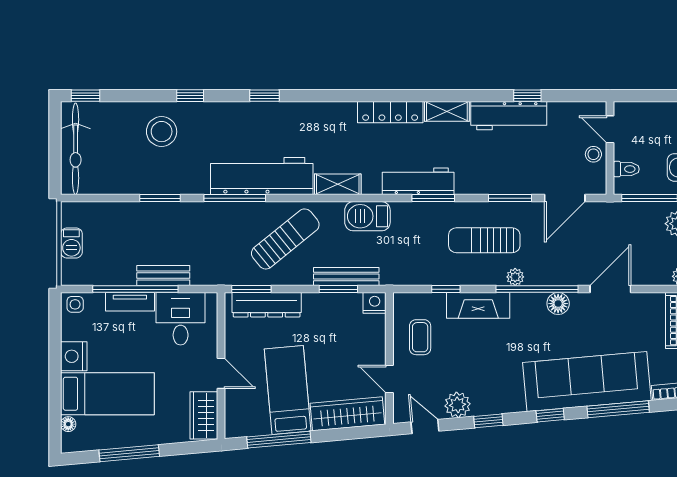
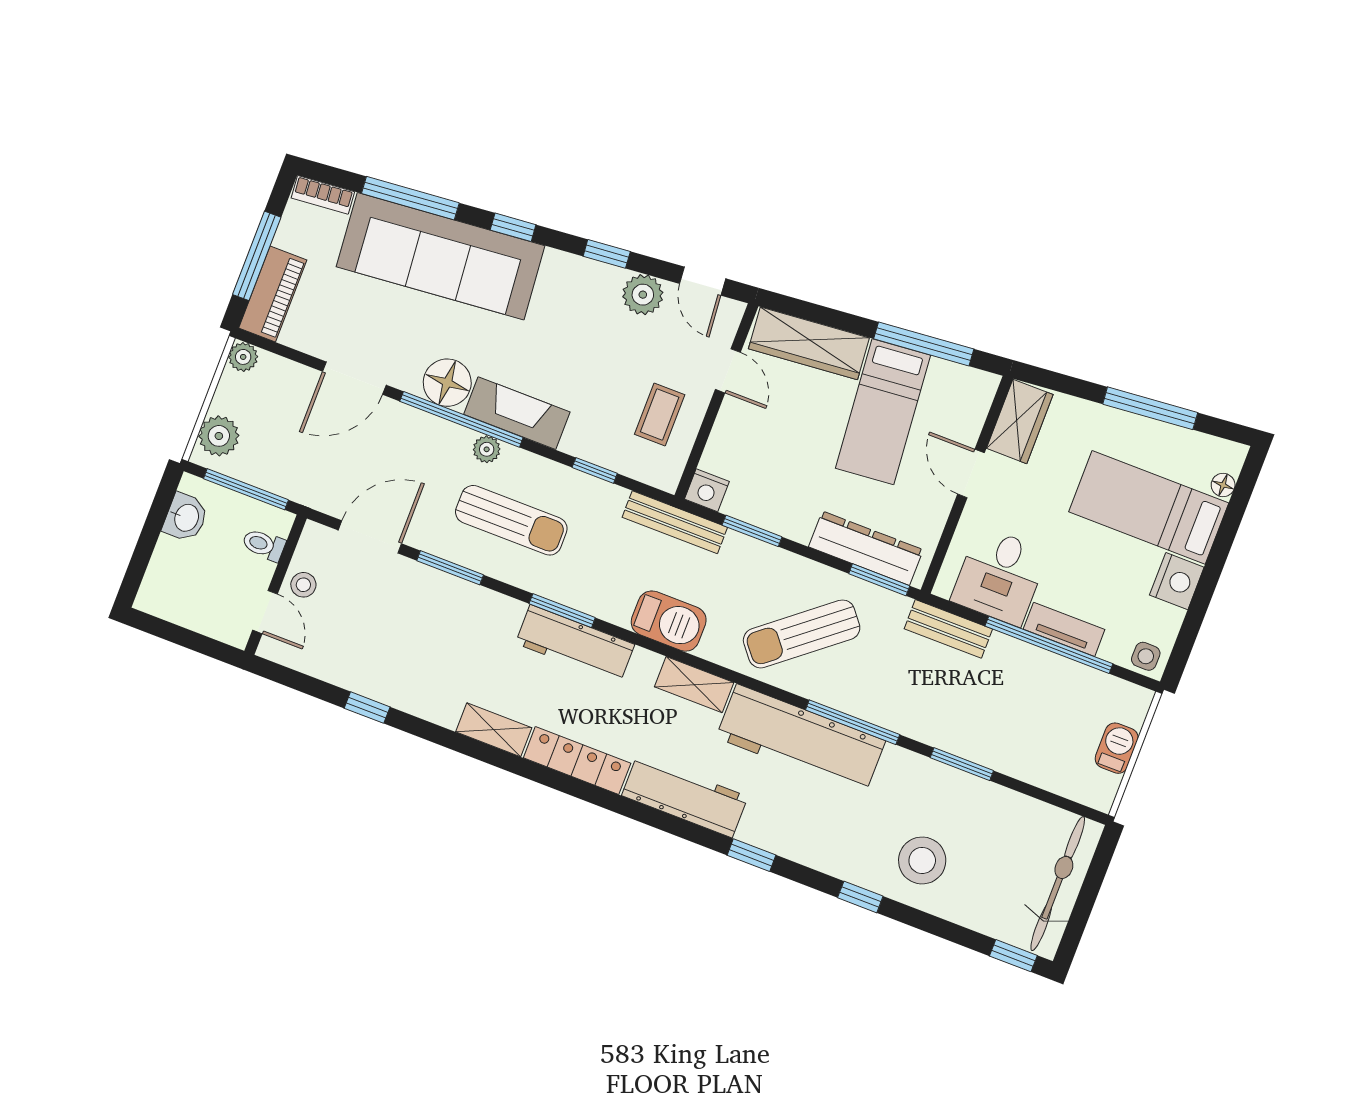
workbench: (509, 116) -> (685, 796), moved
bench: (163, 276) -> (948, 629), moved
bench: (346, 276) -> (675, 522), moved
floor lamp: (558, 304) -> (447, 383), width x1.38, depth x1.38
fireplace: (478, 305) -> (517, 413), moved

